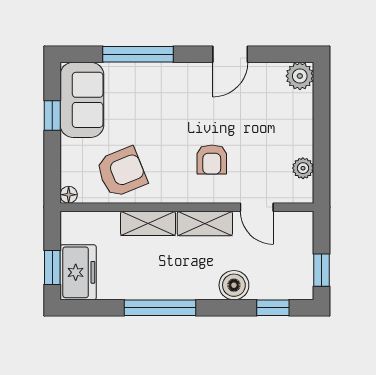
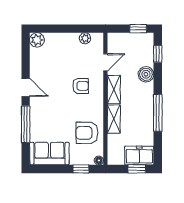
door: (230, 54) -> (26, 87), moved
window: (52, 116) -> (81, 169), moved
armchair: (122, 172) -> (87, 133), turned -68

